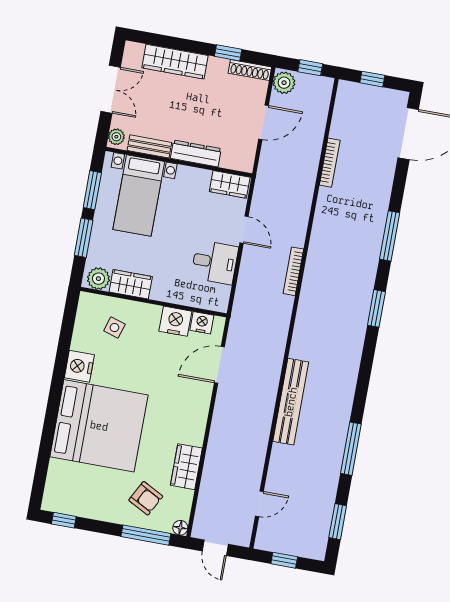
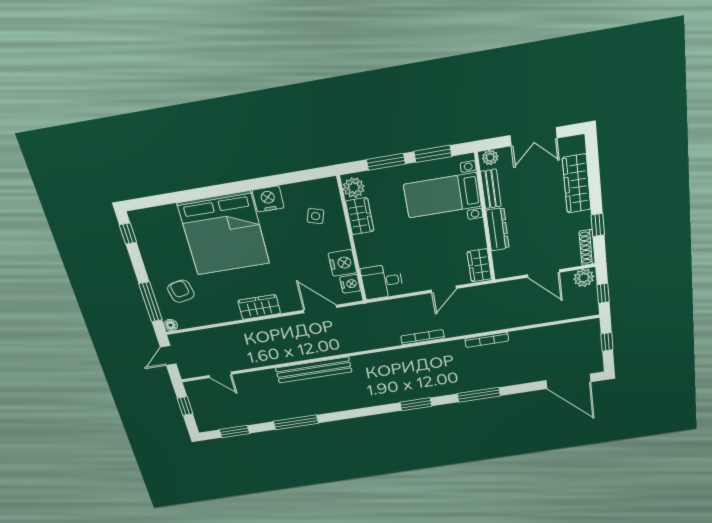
bookcase: (330, 163) -> (487, 340), moved
desk: (215, 262) -> (382, 281), moved, turned 90
wardrobe: (186, 467) -> (259, 307), moved
armchair: (146, 498) -> (181, 291), turned 140

